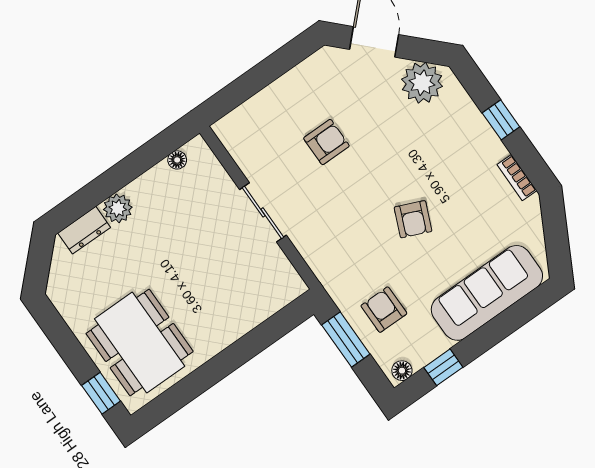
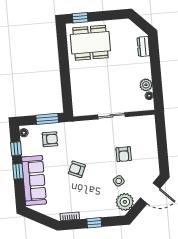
side table: (387, 120) -> (119, 181), added
plant: (118, 208) -> (146, 85), moved
window: (487, 336) -> (18, 171), added

